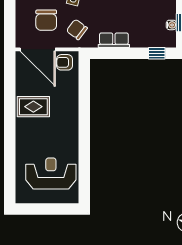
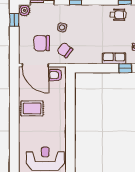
chair: (46, 20) -> (42, 43), turned 90
row of seats: (114, 40) -> (114, 58), moved

